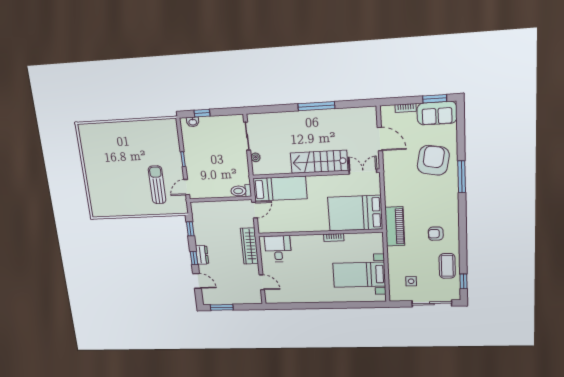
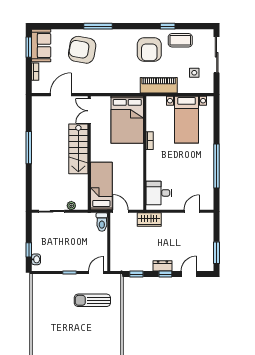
door: (187, 187) -> (96, 273), swing flipped
piano: (395, 226) -> (159, 85), moved
armchair: (436, 234) -> (149, 50), width x1.88, depth x1.88
wardrobe: (249, 246) -> (149, 220), width x0.67
window: (464, 281) -> (168, 26), moved
window: (311, 306) -> (217, 166), added

